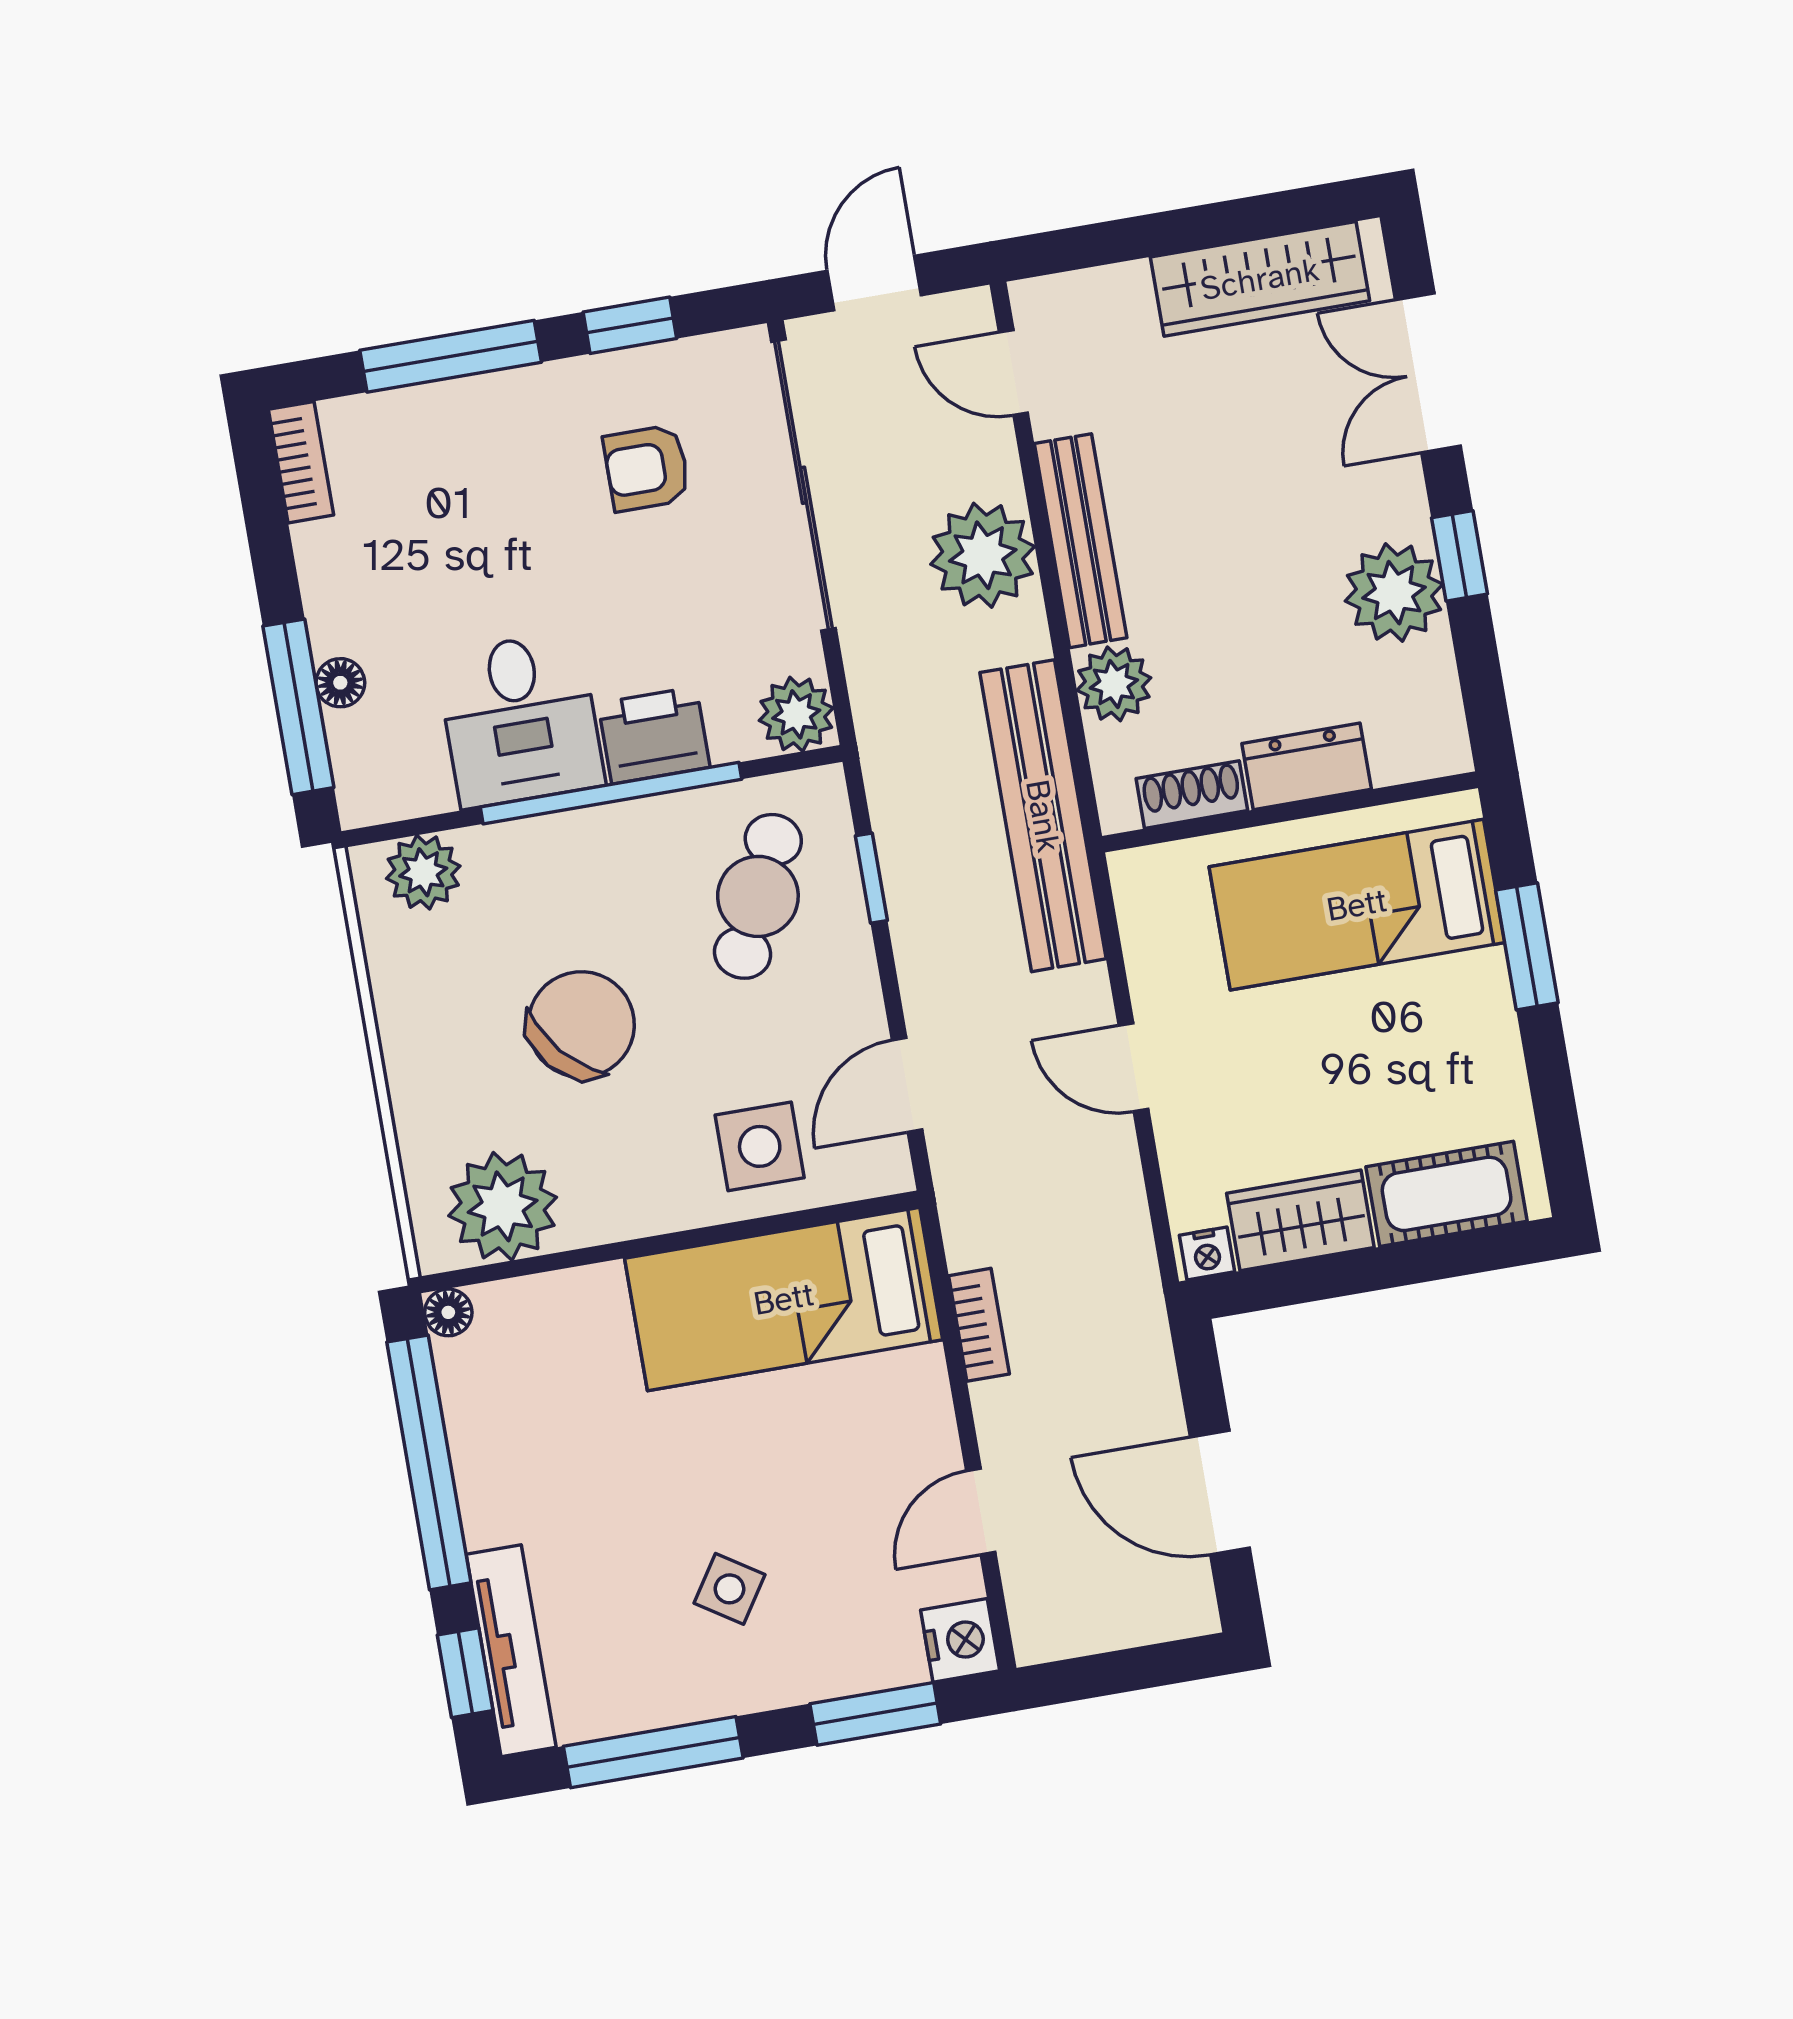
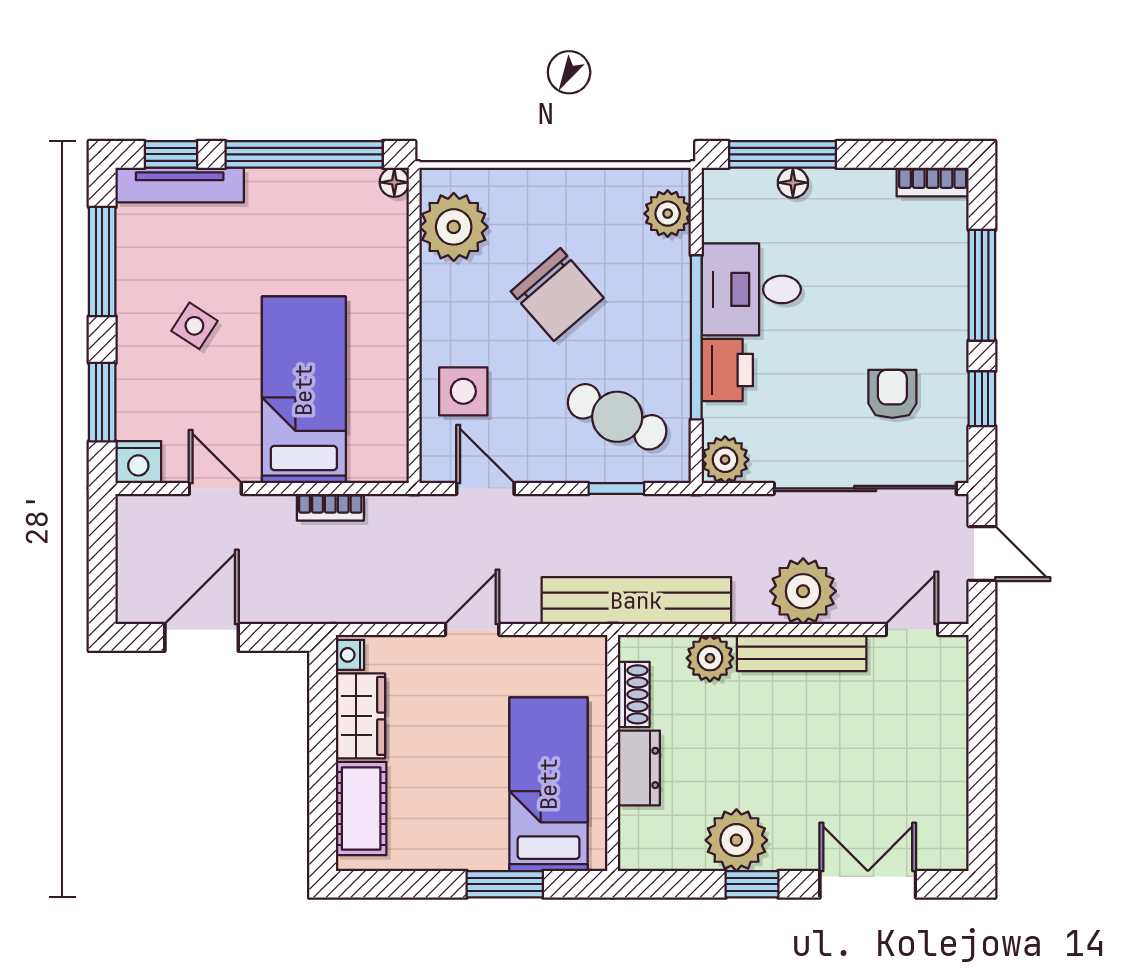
wardrobe: (1260, 279) -> (943, 791), removed
bed: (784, 1299) -> (304, 390), moved

